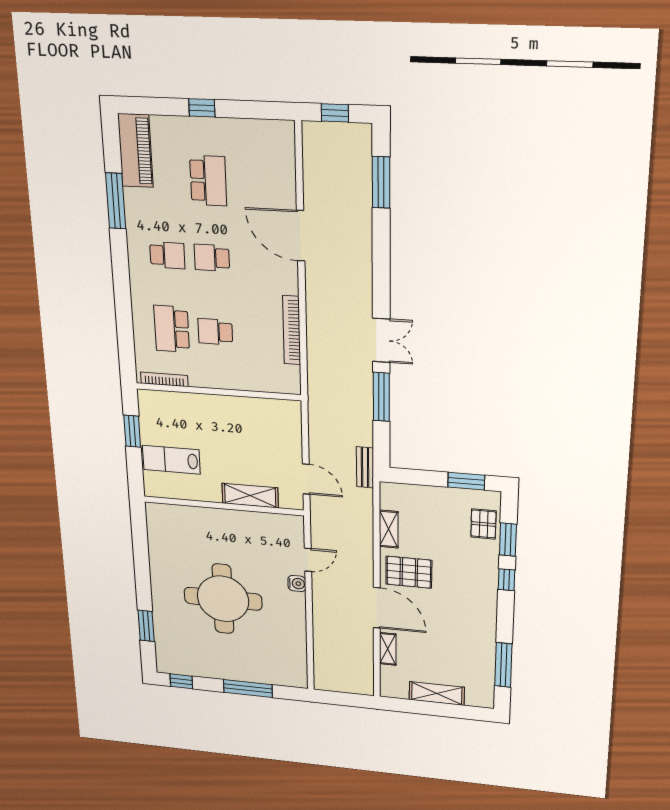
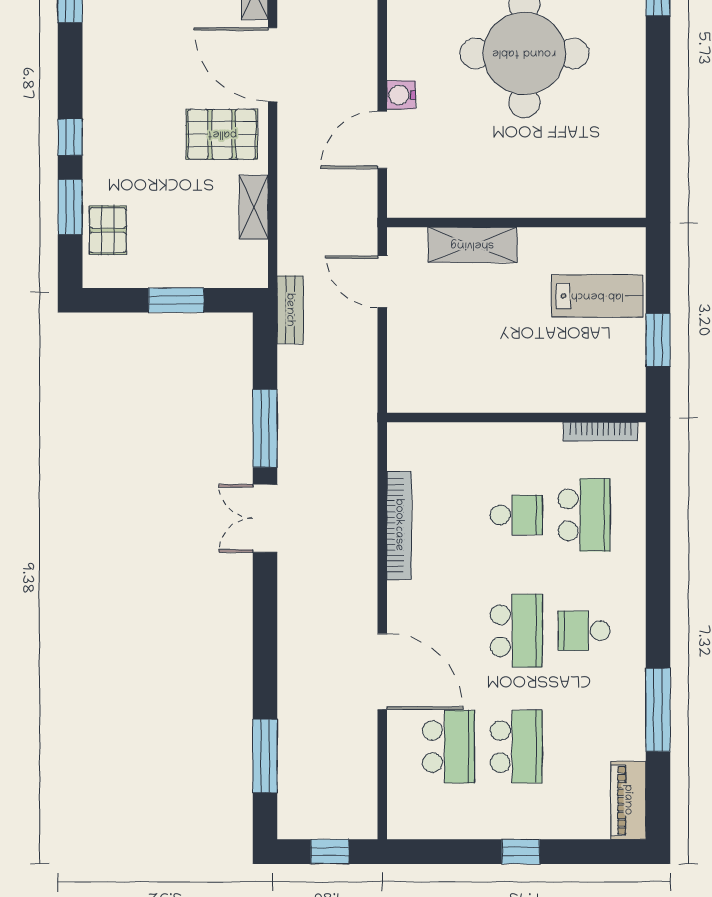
piano: (136, 151) -> (628, 800), width x0.73, depth x0.75
school desk: (208, 181) -> (516, 747), turned 180
school desk: (254, 183) -> (449, 747), added
school desk: (212, 258) -> (516, 631), width x1.85
window: (466, 481) -> (176, 300), moved
door: (308, 560) -> (382, 140), width x1.38

